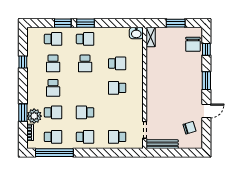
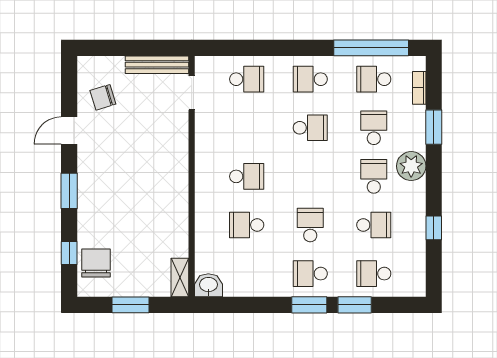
school desk: (53, 63) -> (374, 225), turned 90
school desk: (53, 112) -> (374, 128), turned 90
plant: (34, 116) -> (411, 166), moved

